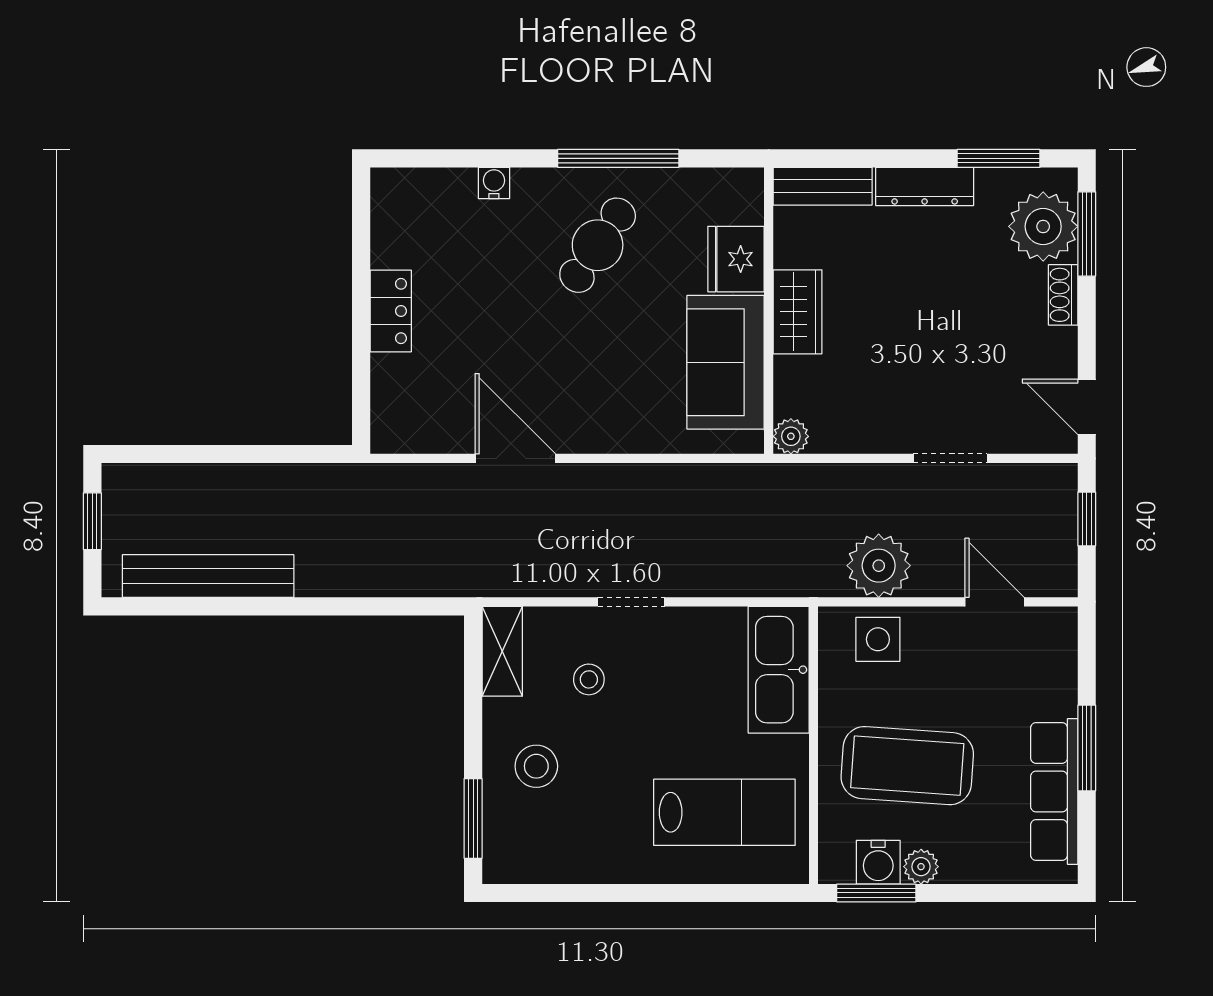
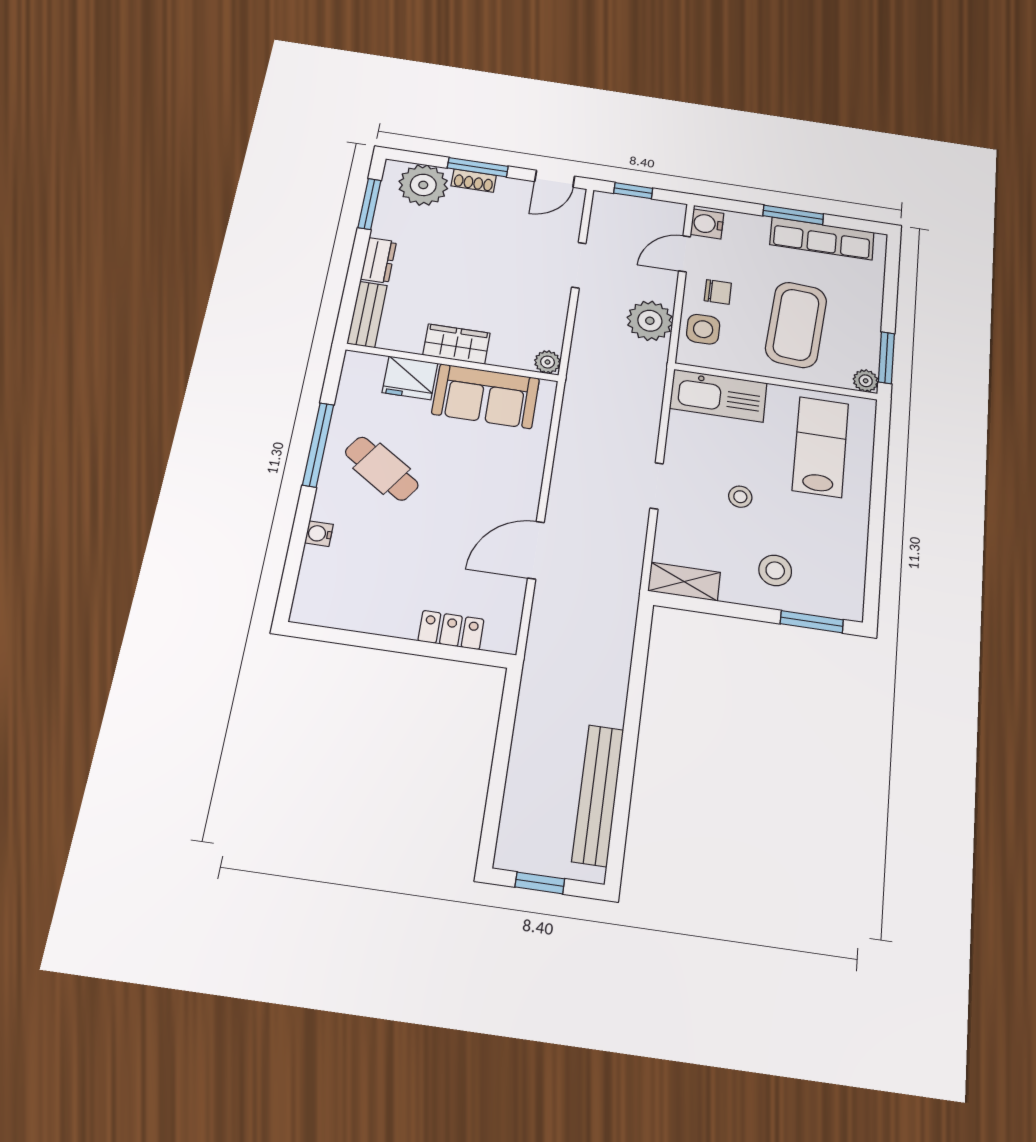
dresser: (925, 186) -> (378, 260), width x0.70
window: (1087, 234) -> (478, 167), moved
locker: (391, 311) -> (451, 630), moved
chair: (941, 654) -> (718, 292), added
stool: (589, 679) -> (740, 497), moved
water cooler: (878, 862) -> (707, 224), moved, turned 180
plant: (921, 867) -> (866, 381), moved

